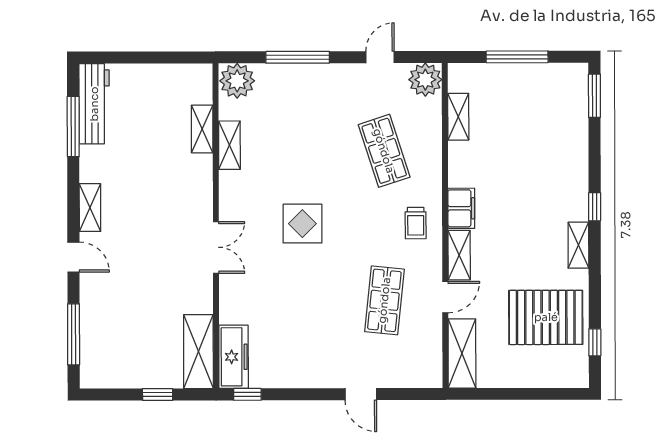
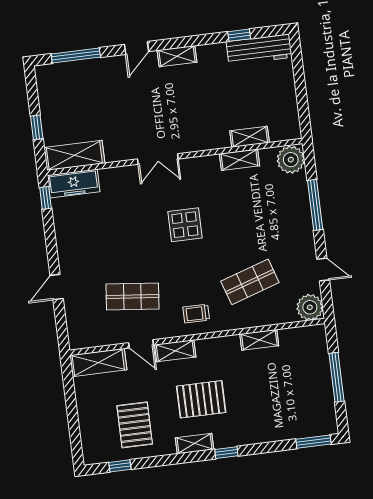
shelving: (458, 117) -> (259, 340), moved
window: (73, 126) -> (239, 35), width x0.46
filing cabinet: (461, 208) -> (212, 348), removed
pallet: (524, 230) -> (201, 399), added
pallet: (546, 317) -> (135, 425), width x0.73, depth x0.71

